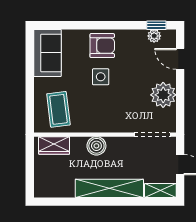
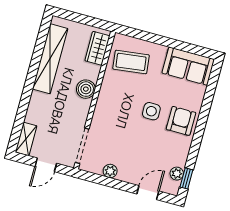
armchair: (102, 46) -> (181, 121), turned 180
plant: (163, 95) -> (110, 171), width x0.53, depth x0.53
shelving: (109, 188) -> (50, 59), moved

